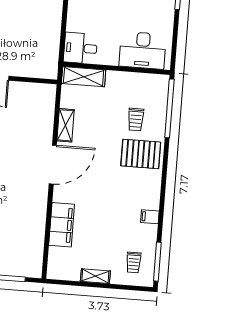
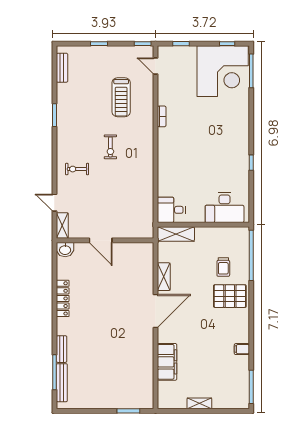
trolley: (134, 262) -> (231, 389), removed

